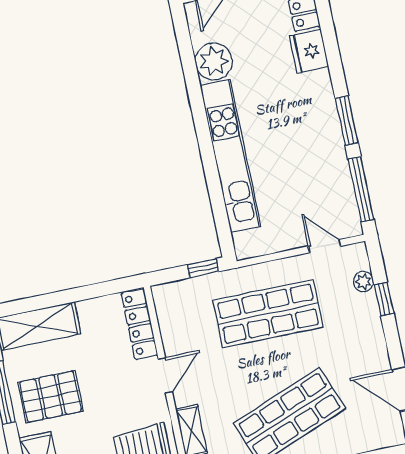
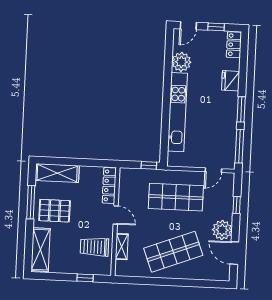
fridge: (309, 51) -> (231, 81), moved
door: (325, 246) -> (213, 170), swing flipped
plant: (363, 282) -> (222, 230), moved, width x1.88, depth x1.88
door: (165, 375) -> (116, 215), hinge flipped

